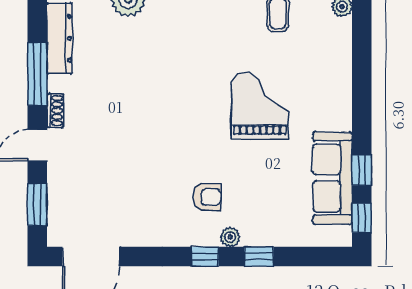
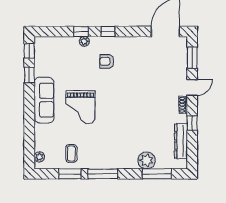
window: (37, 74) -> (192, 123), width x0.46
sofa: (333, 178) -> (44, 100), moved
plant: (230, 237) -> (84, 41), moved

